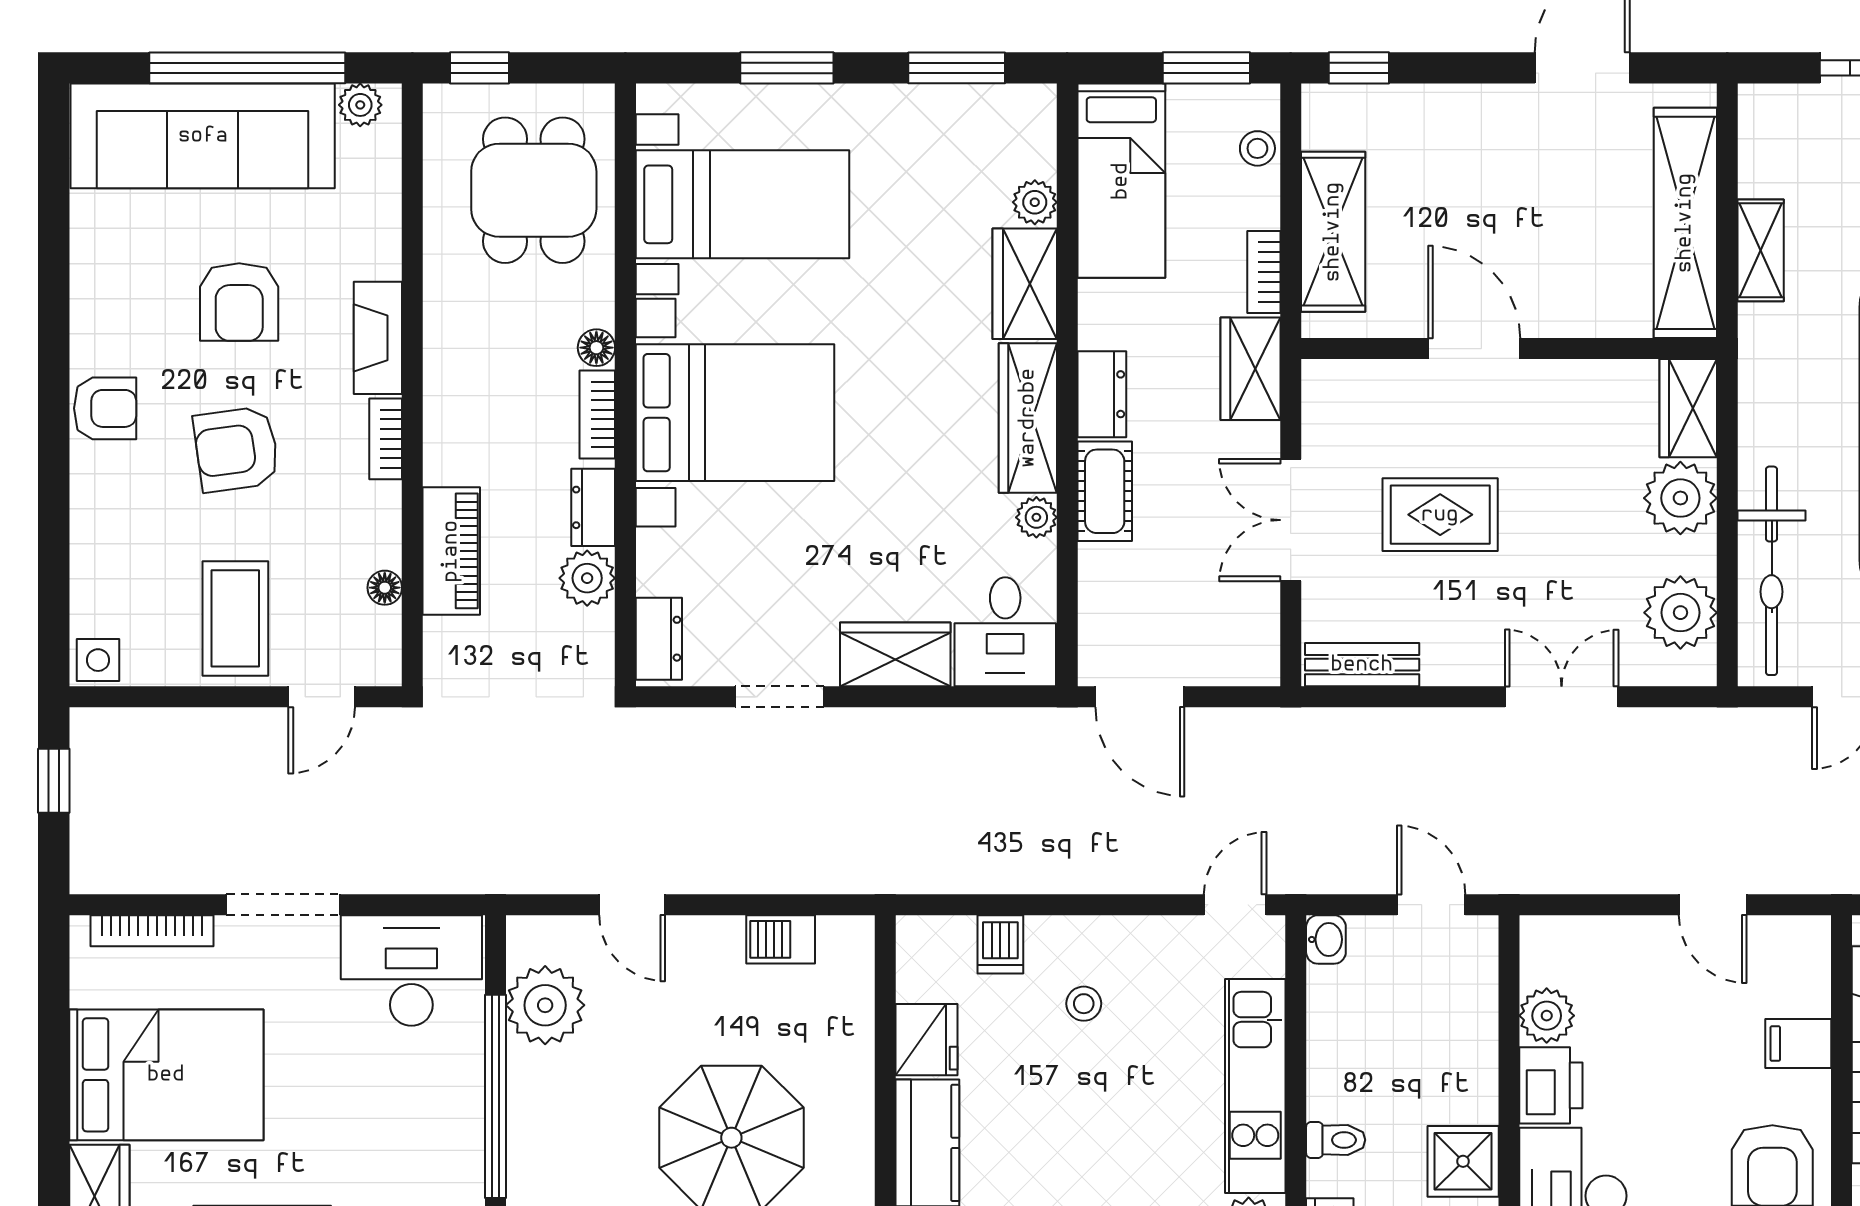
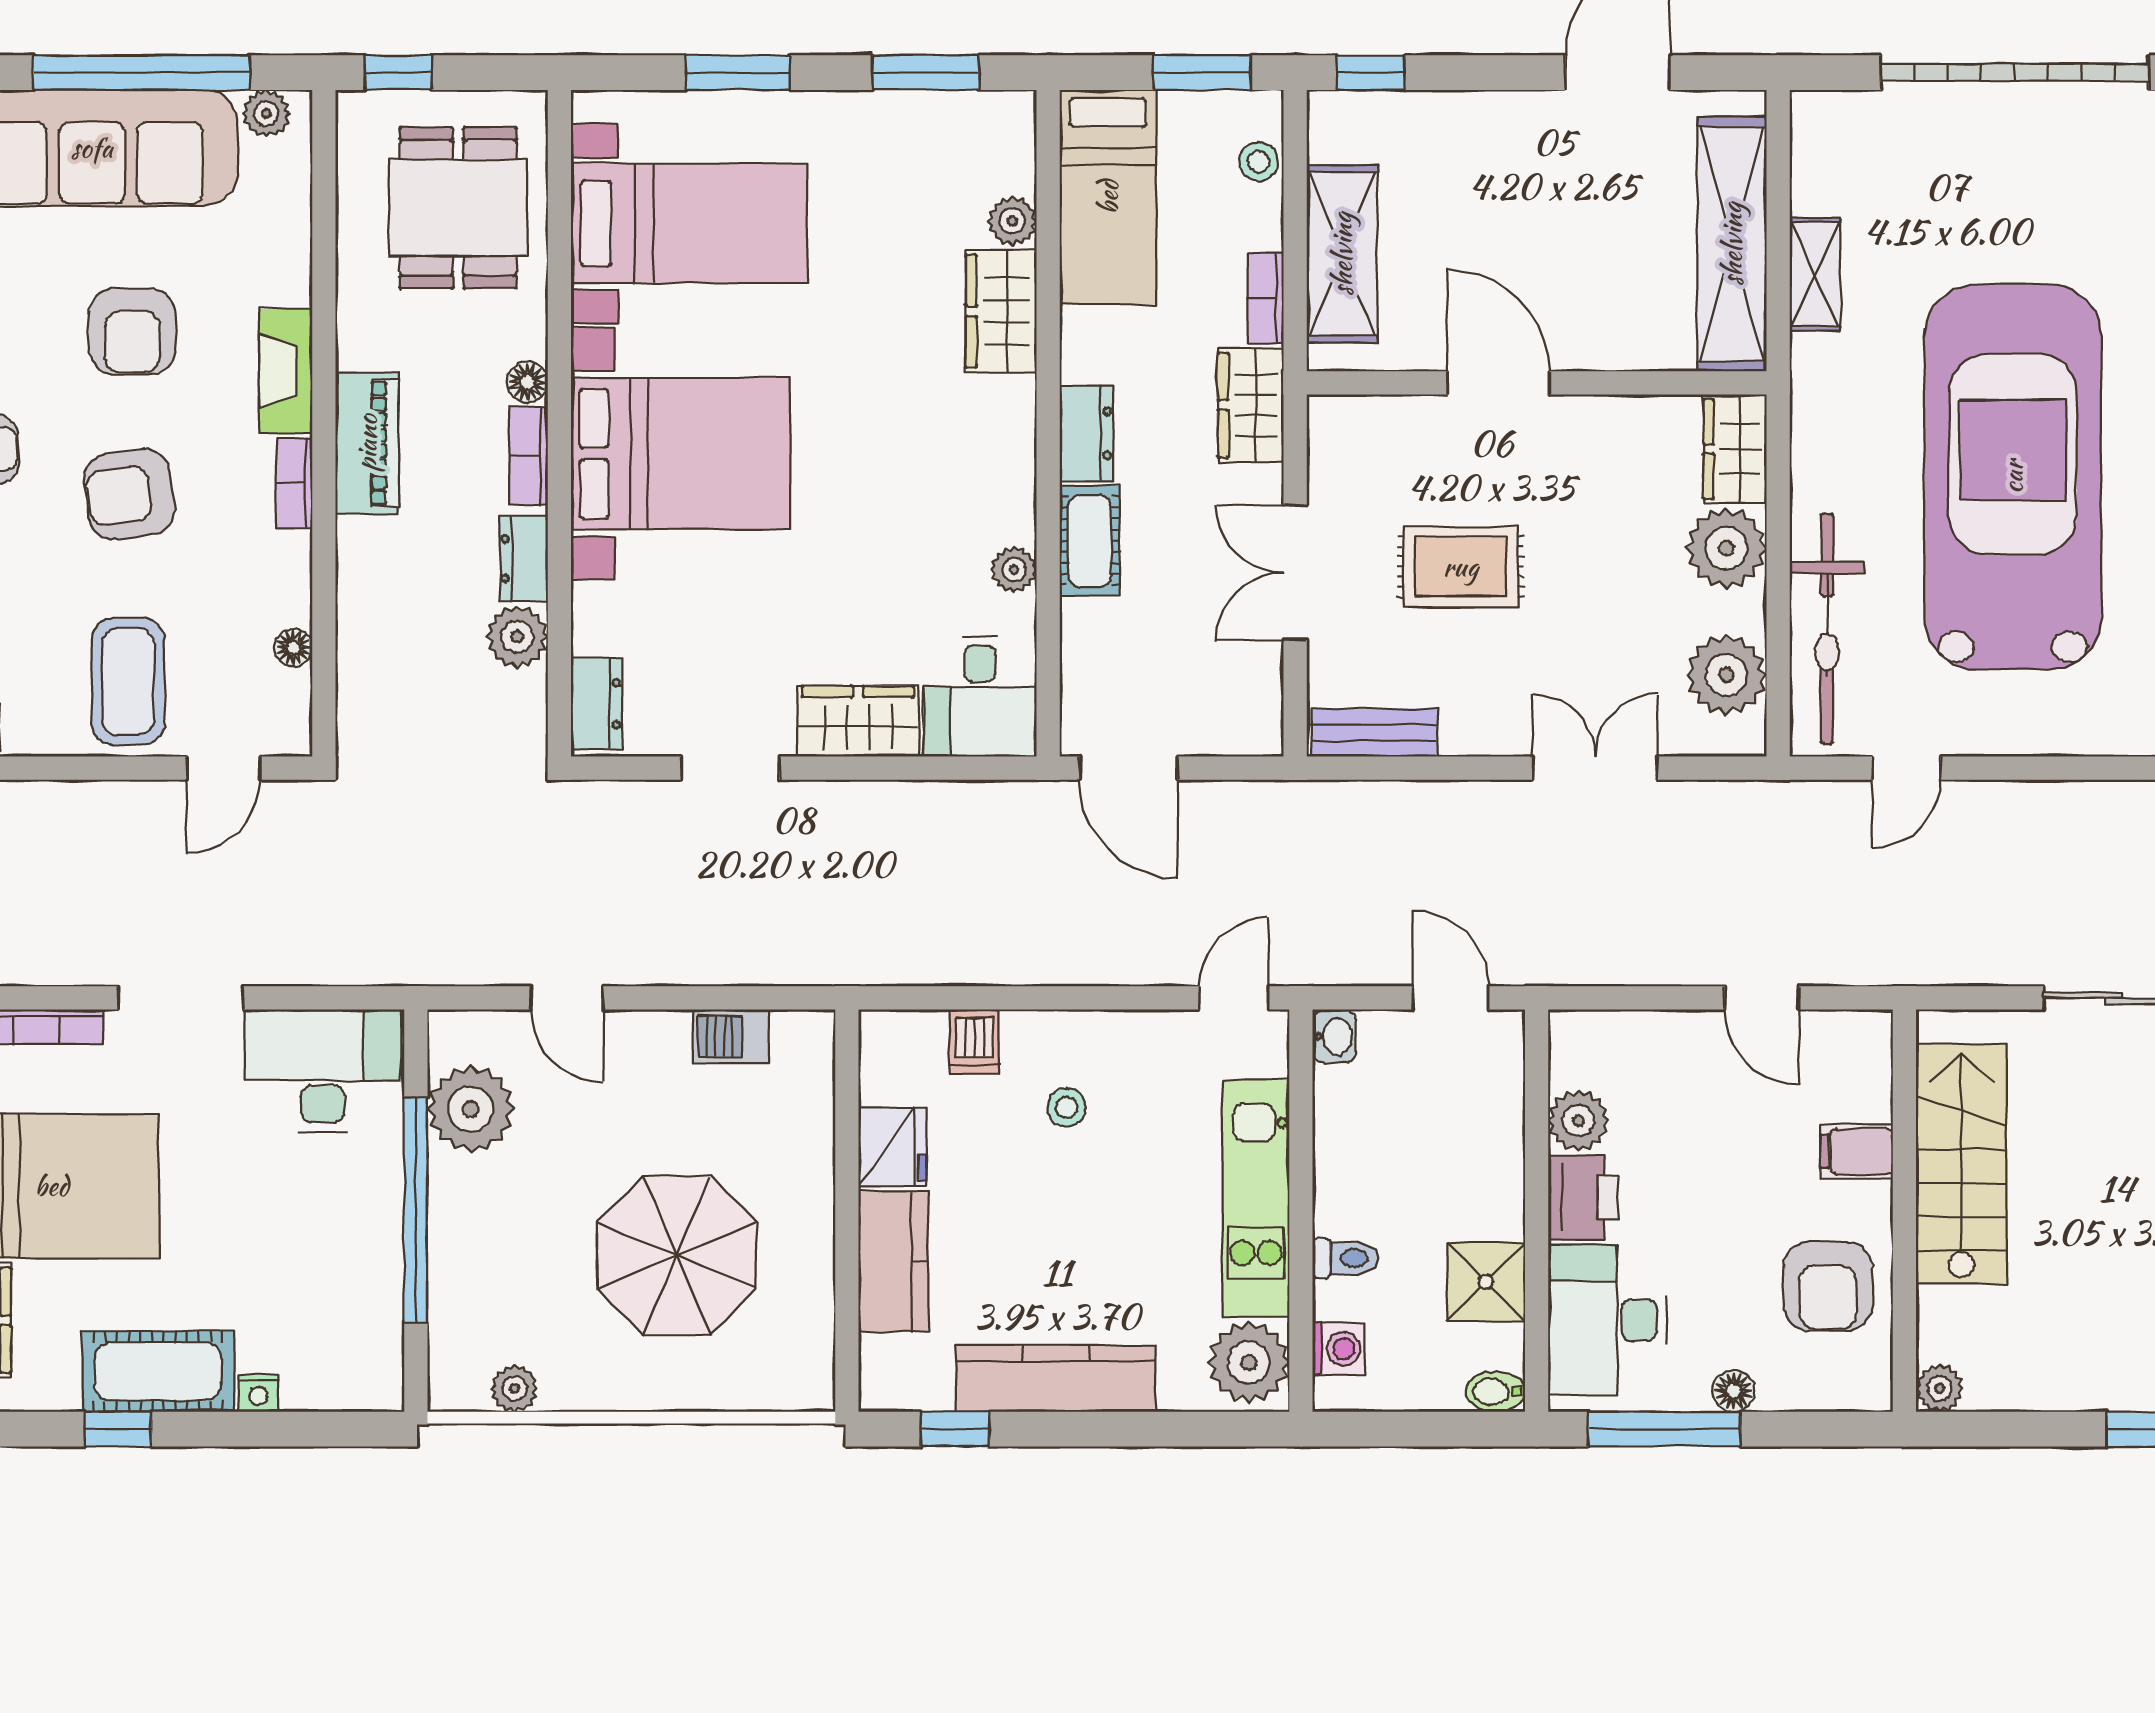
wardrobe: (1028, 418) -> (1005, 460), removed
piano: (451, 551) -> (367, 443), moved

